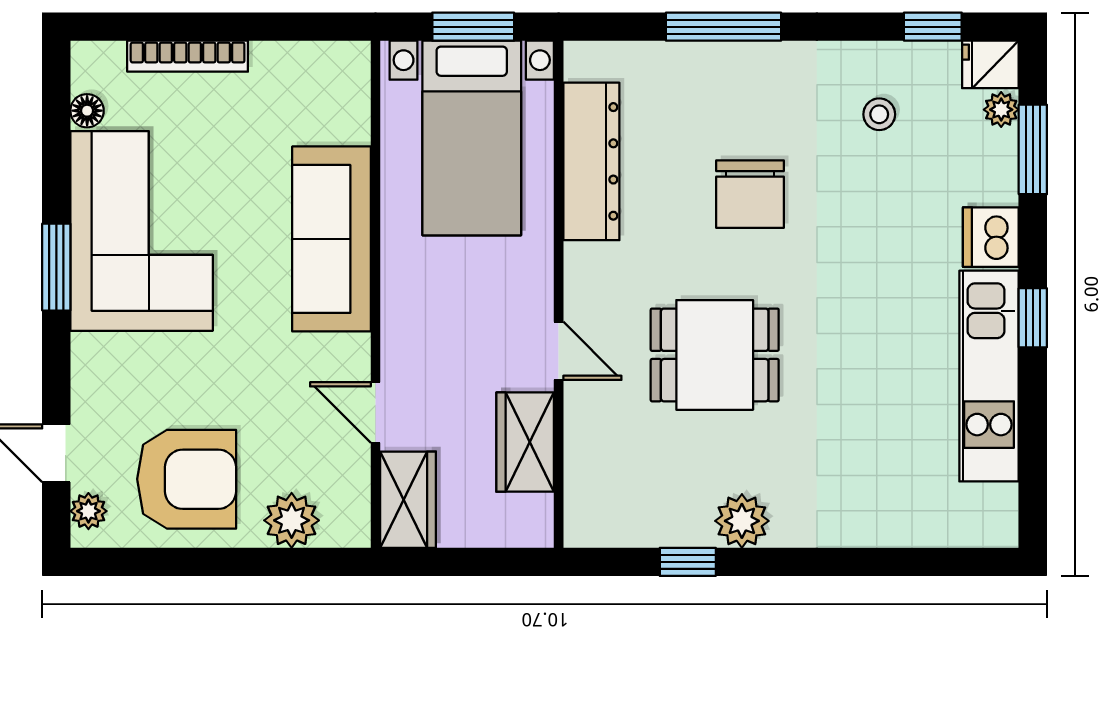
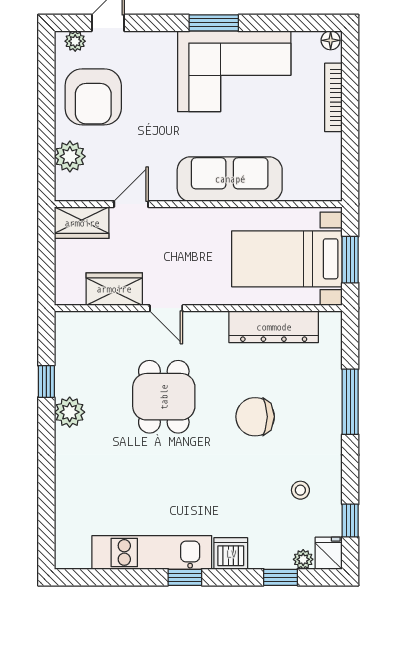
floor lamp: (87, 111) -> (331, 40), moved
window: (1033, 149) -> (280, 577), width x0.67
door: (559, 351) -> (166, 308), hinge flipped

